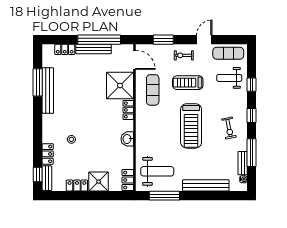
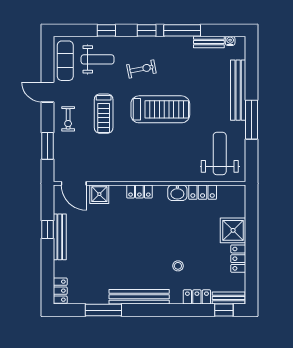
window: (99, 40) -> (48, 230), width x0.32
locker: (65, 49) -> (60, 291), moved
door: (135, 60) -> (74, 183), swing flipped
weight bench: (229, 78) -> (98, 59), turned -90
shower: (120, 86) -> (99, 194), width x0.54, depth x0.54
exercise mat: (153, 90) -> (113, 160), removed
bench: (48, 91) -> (139, 297), moved
exercise bike: (229, 128) -> (141, 69), moved
window: (251, 153) -> (182, 30), moved
locker: (128, 180) -> (203, 192), moved
window: (164, 196) -> (251, 120), moved

